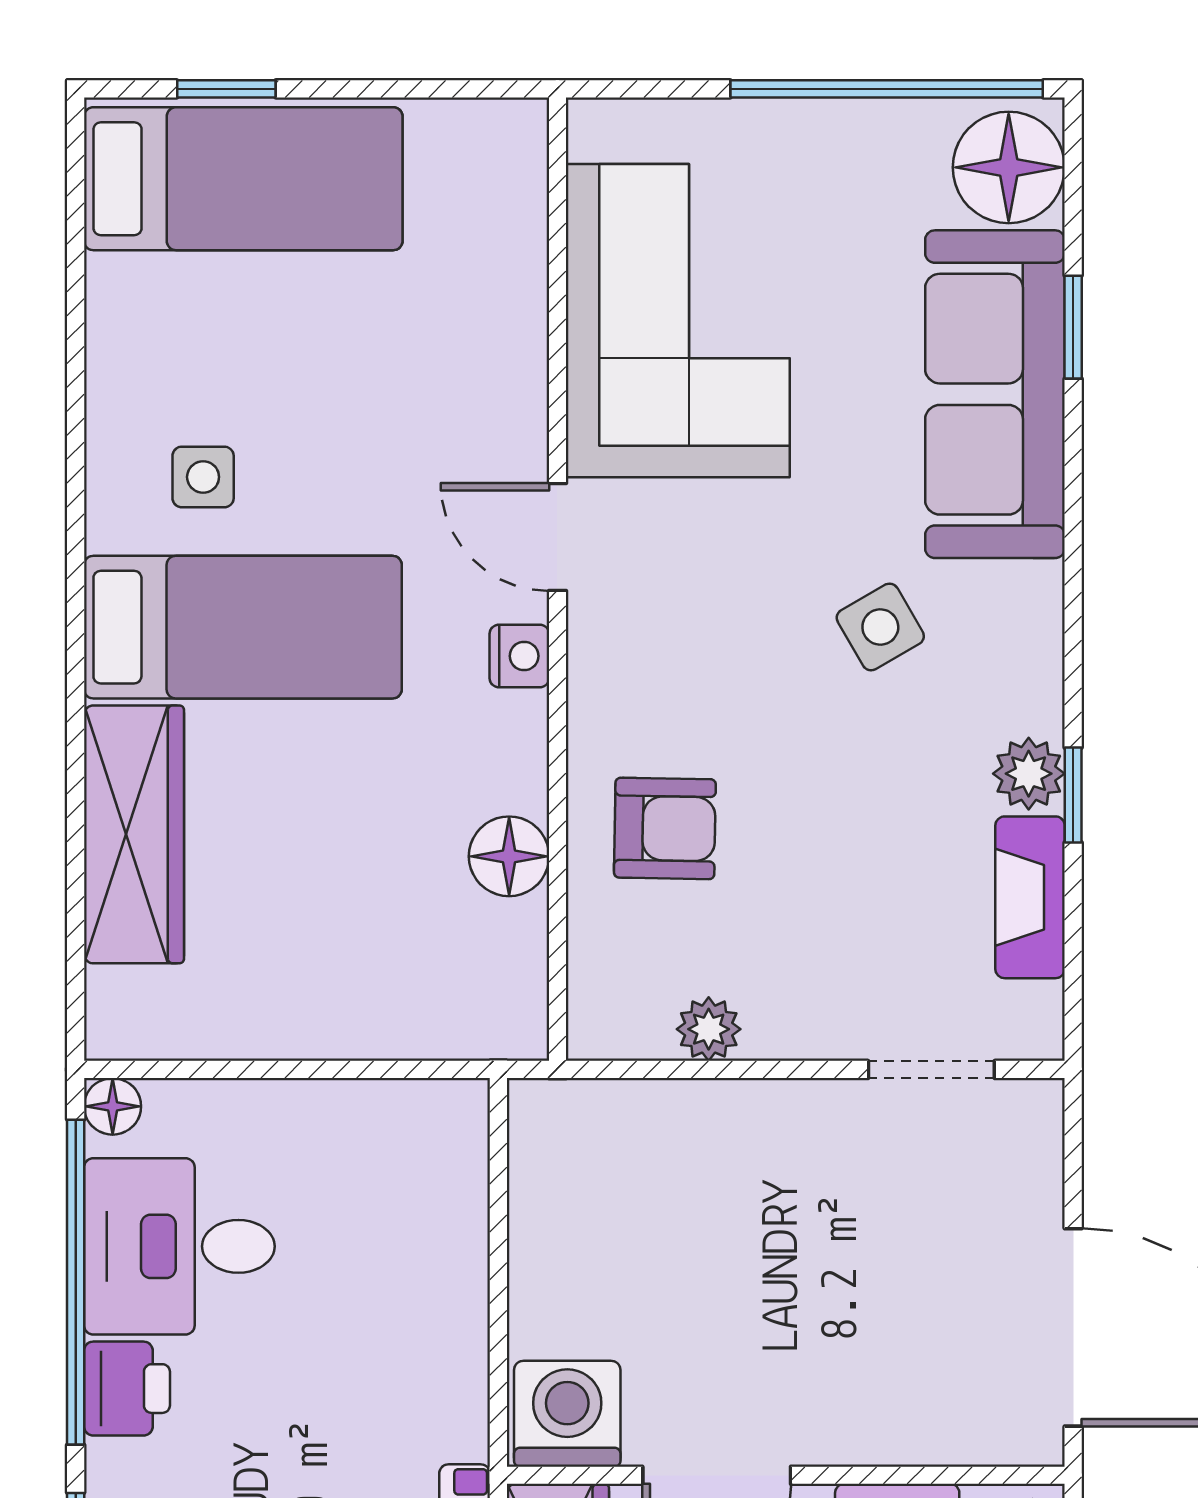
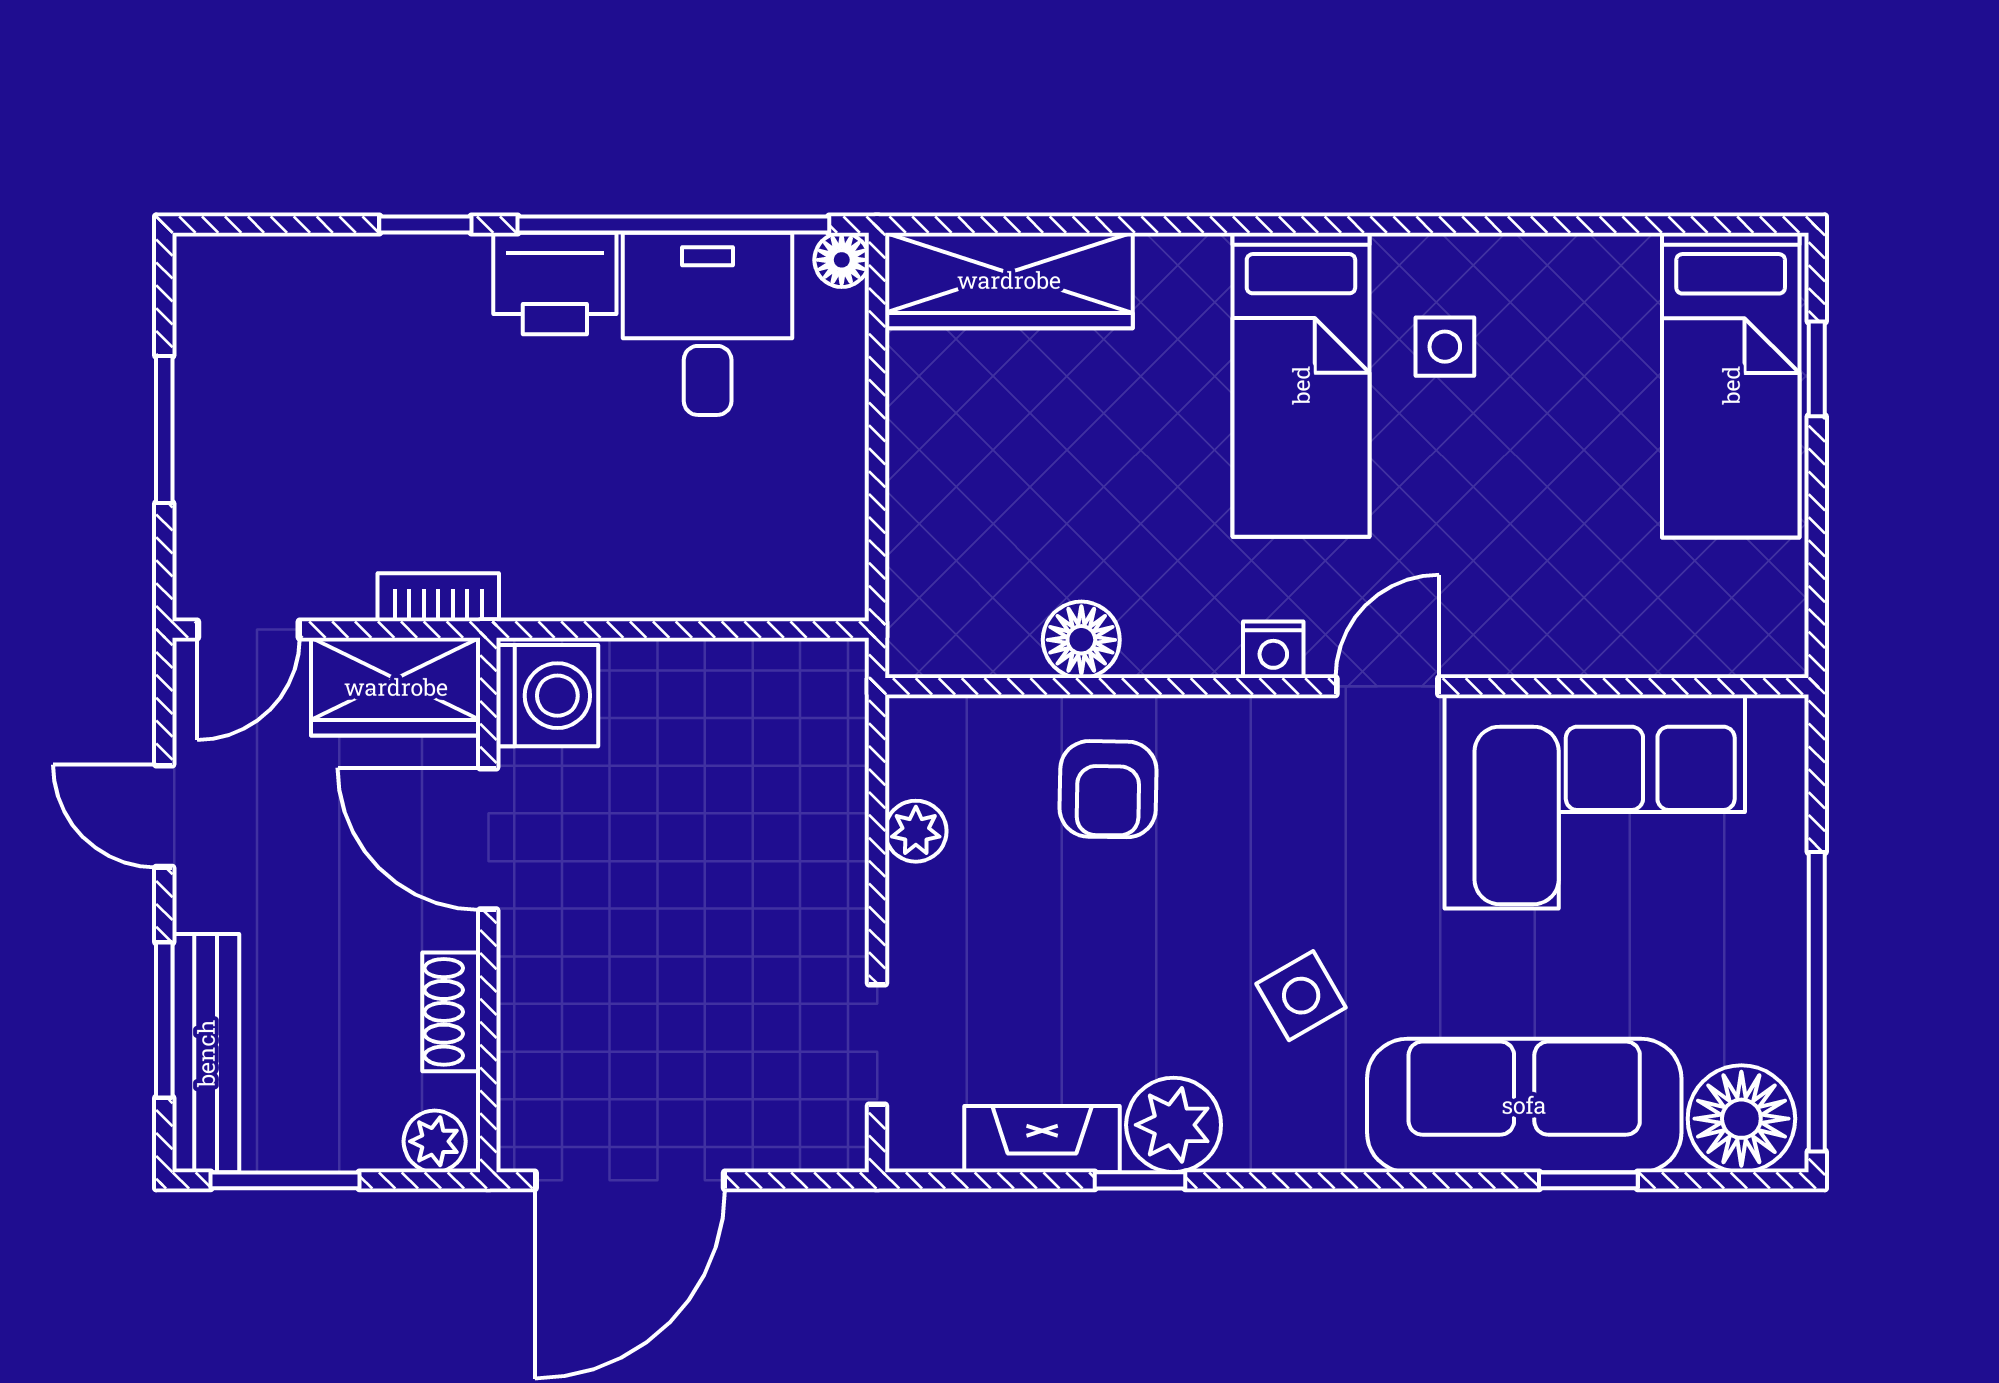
plant: (1029, 774) -> (1174, 1125), width x1.38, depth x1.38
wardrobe: (134, 834) -> (1009, 280), moved
printer: (127, 1389) -> (555, 284), width x1.36, depth x1.24

